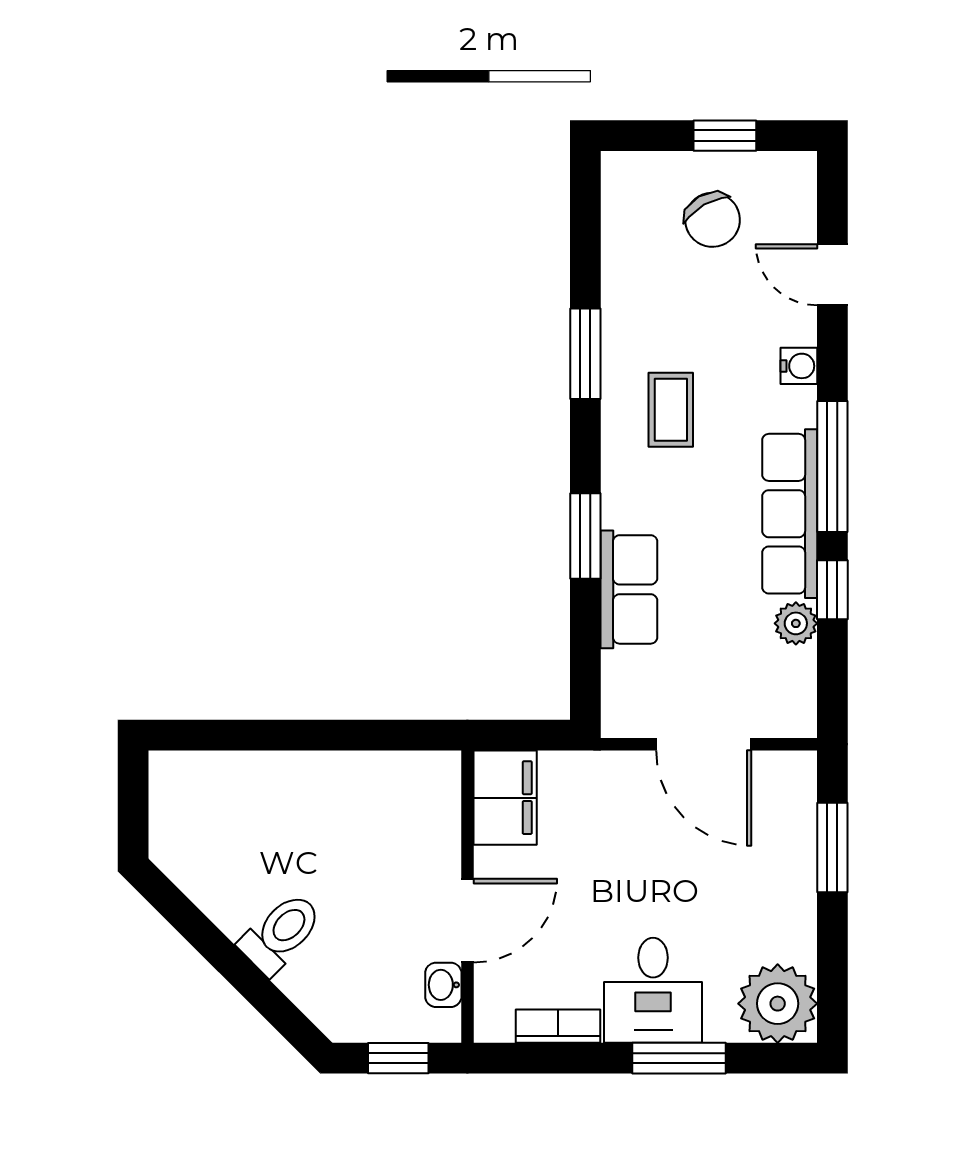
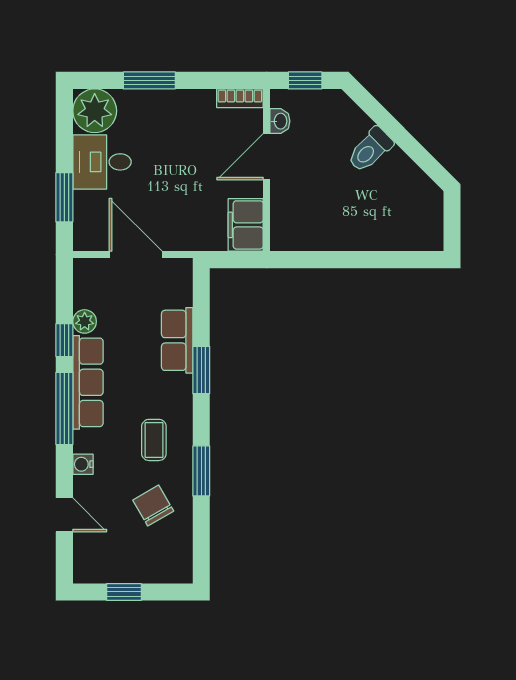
chair: (712, 220) -> (153, 506), moved
desk: (653, 990) -> (102, 162), moved, turned -90
bookcase: (558, 1026) -> (240, 98), moved

